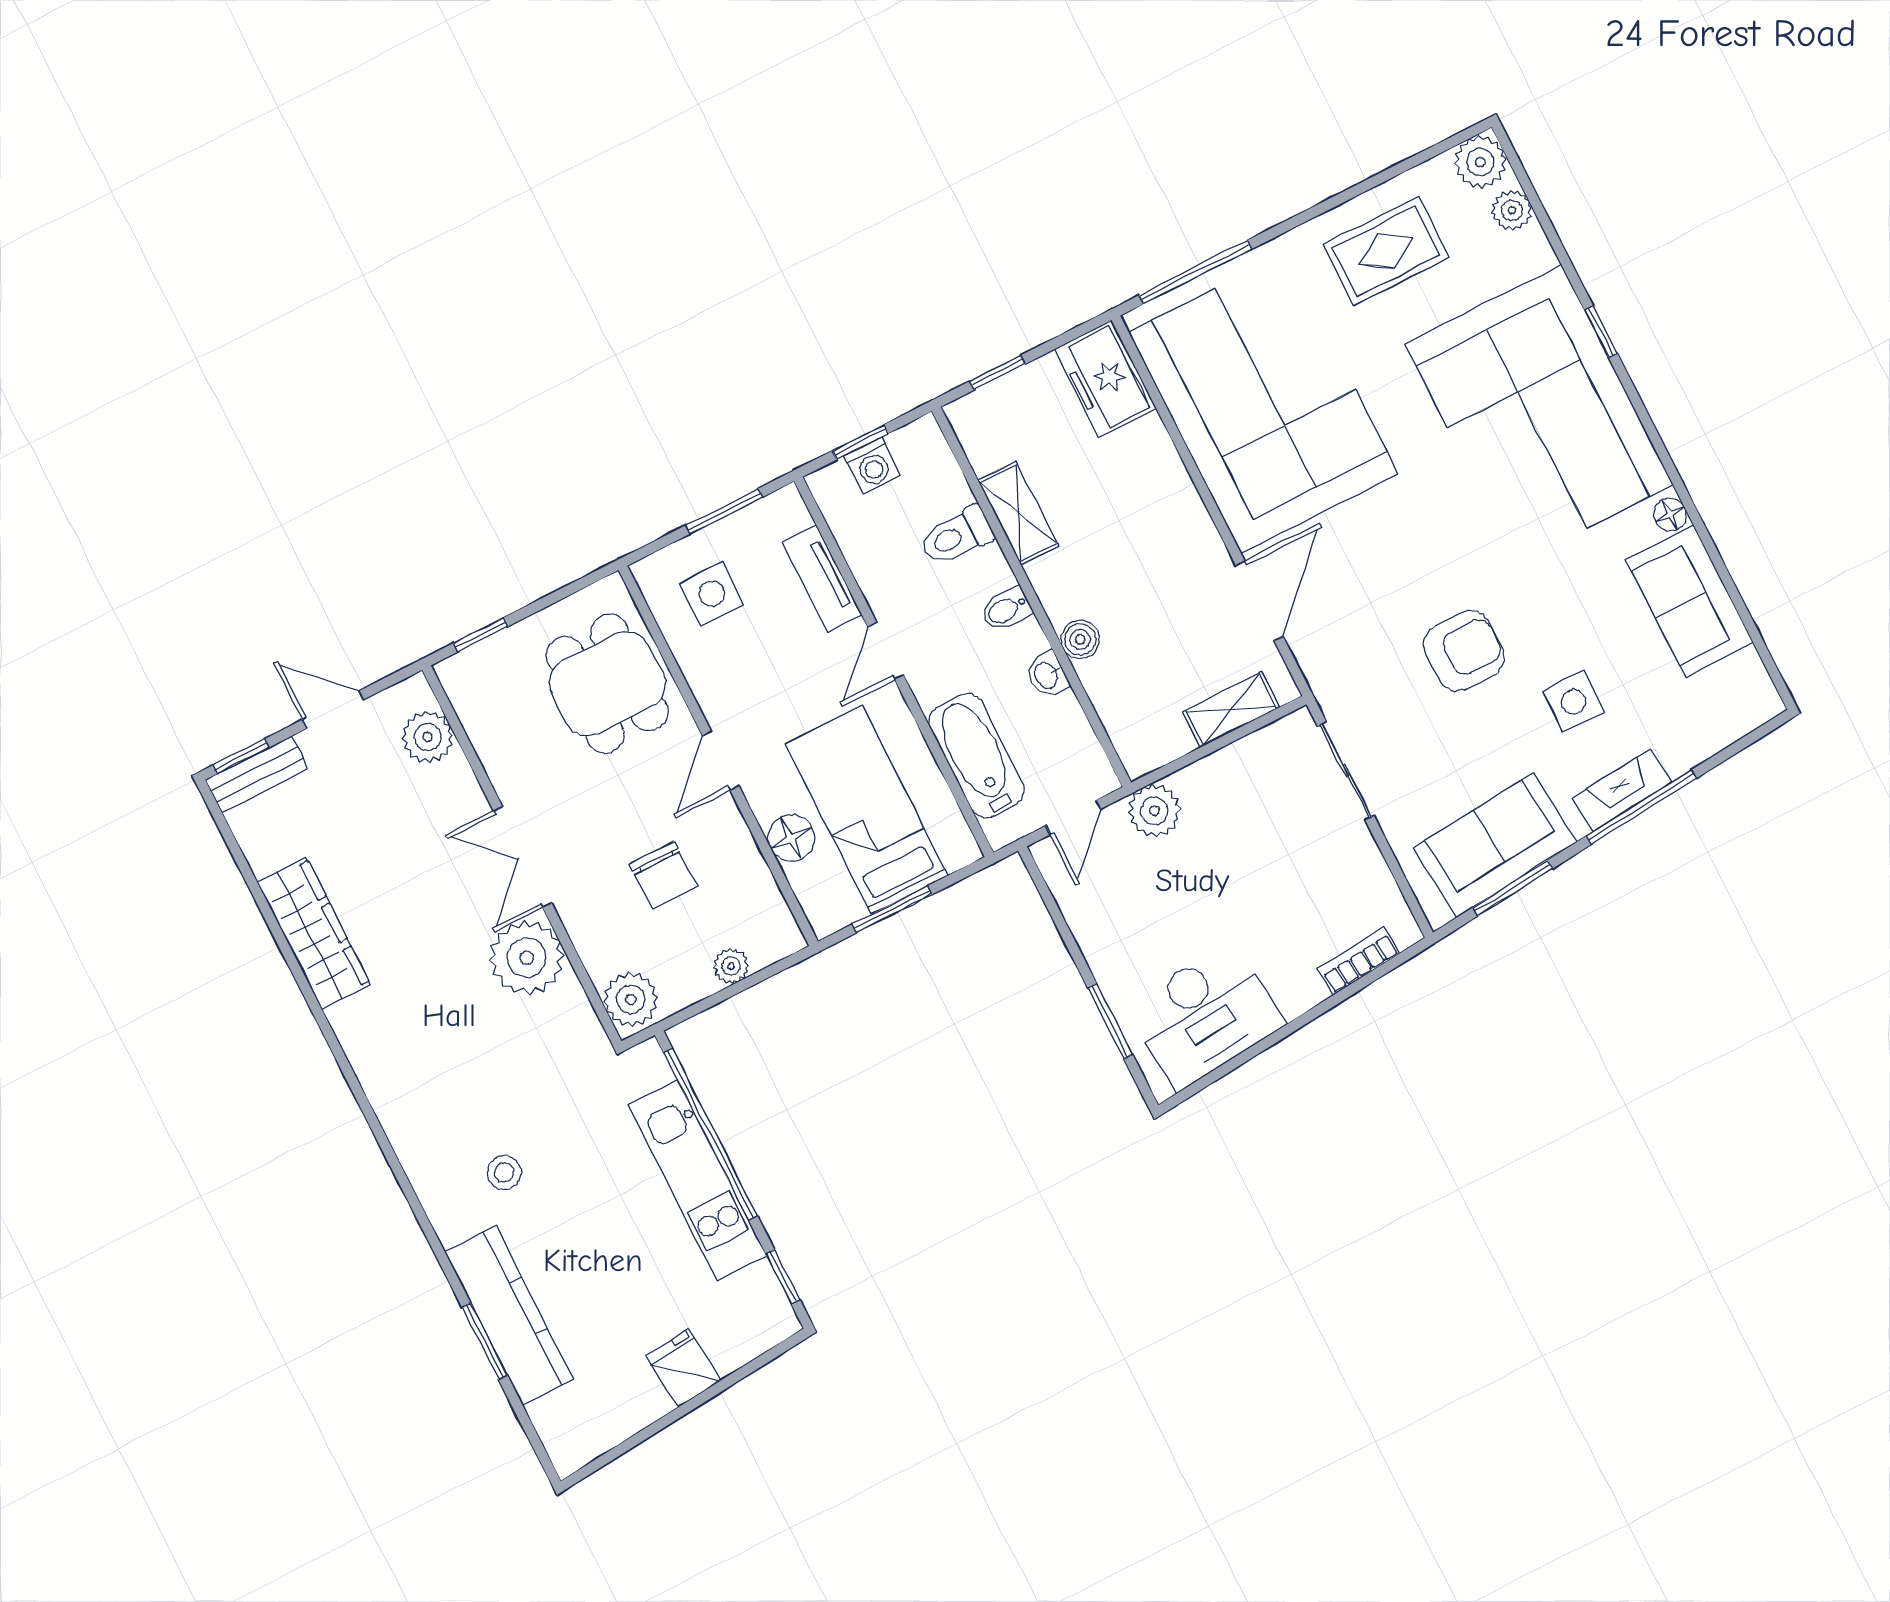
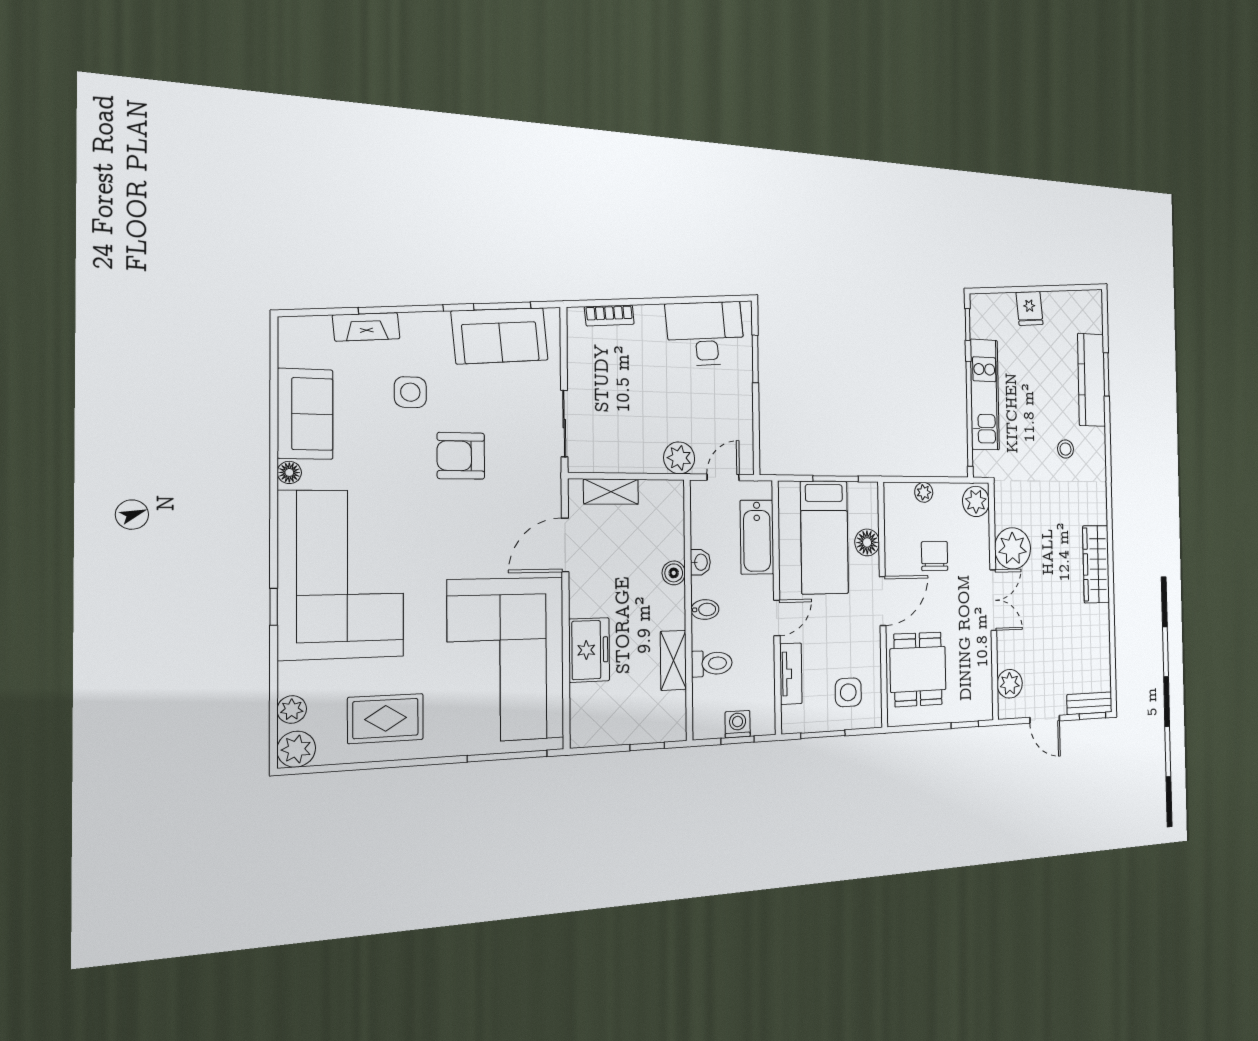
freezer: (1105, 379) -> (589, 650), moved
door: (721, 761) -> (883, 601), width x1.38
fireplace: (1622, 790) -> (366, 327), moved
wardrobe: (314, 933) -> (1096, 564), moved

